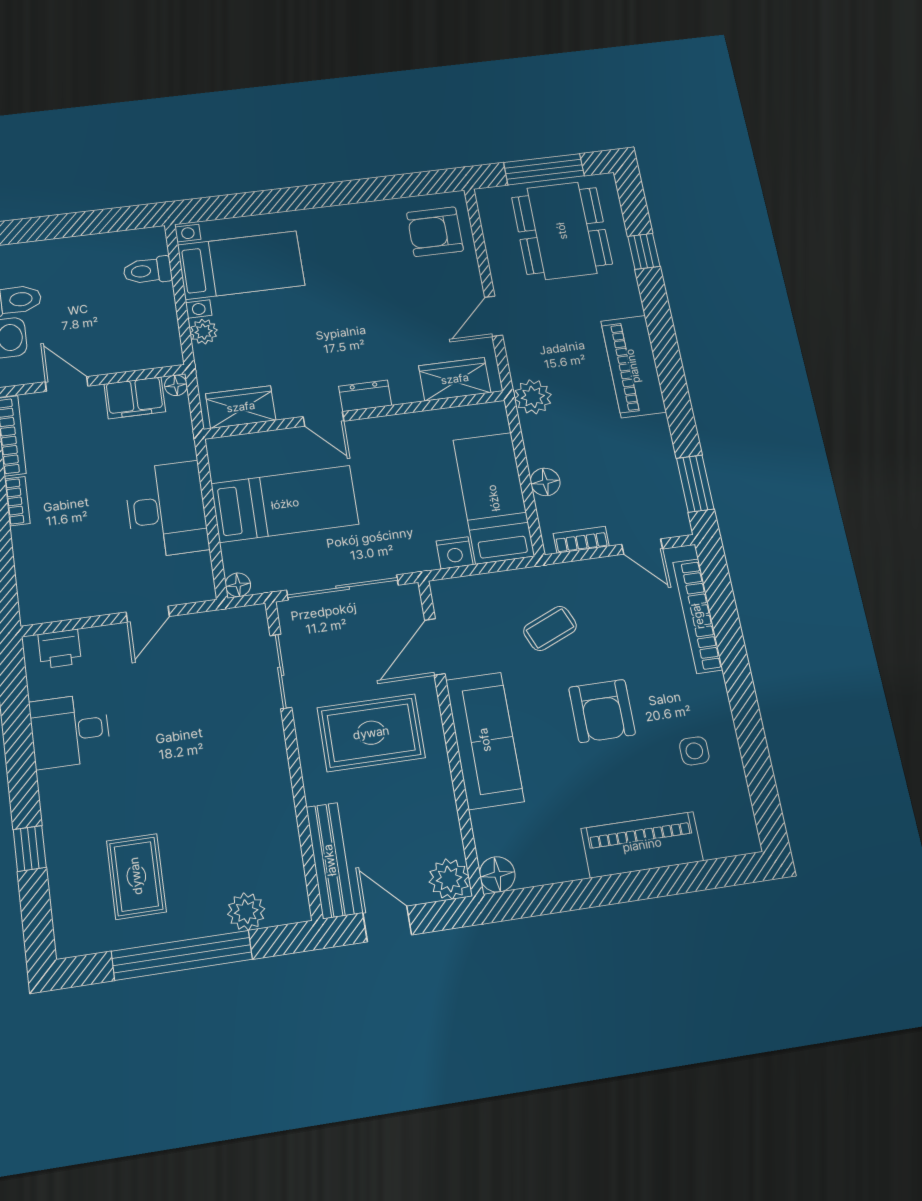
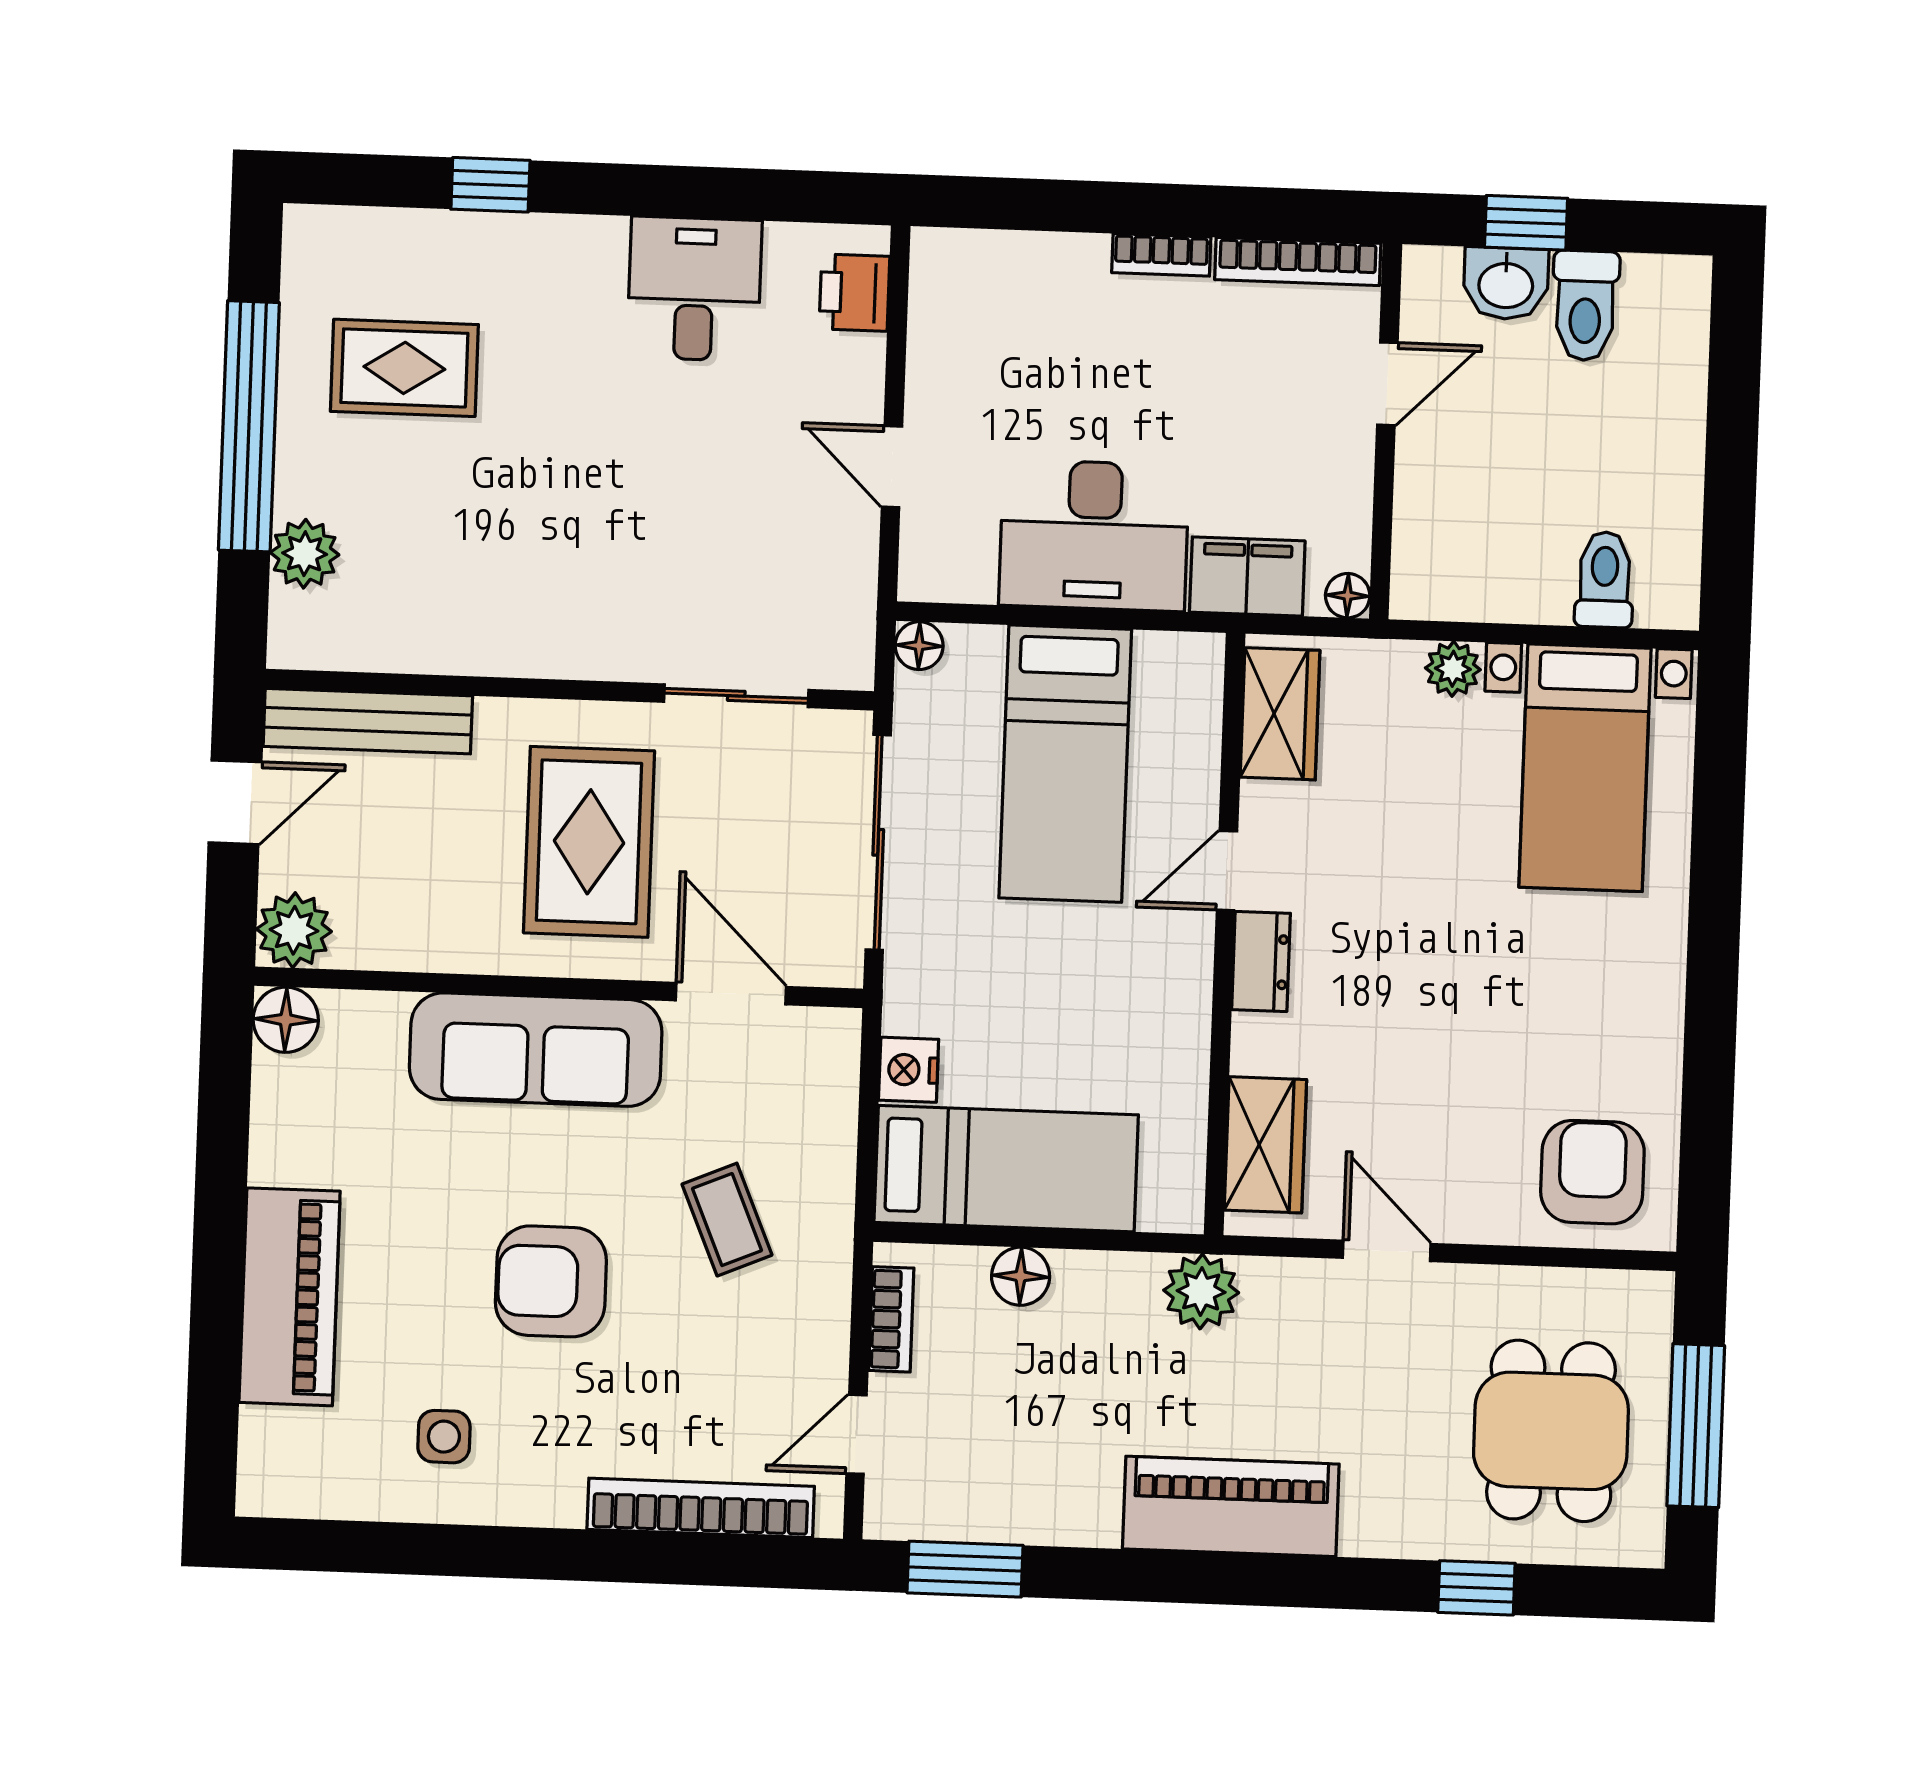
dining table: (562, 231) -> (1551, 1431), width x0.73
filing cabinet: (135, 398) -> (1247, 577), moved, turned 90

